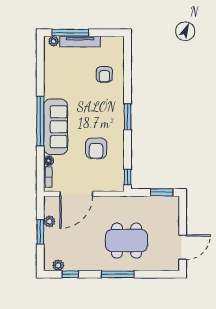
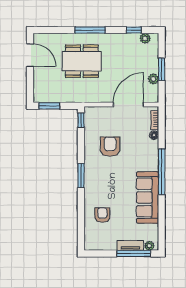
tv unit: (80, 41) -> (130, 245), width x0.71
sofa: (56, 127) -> (148, 197), moved
door: (183, 247) -> (30, 55), swing flipped

